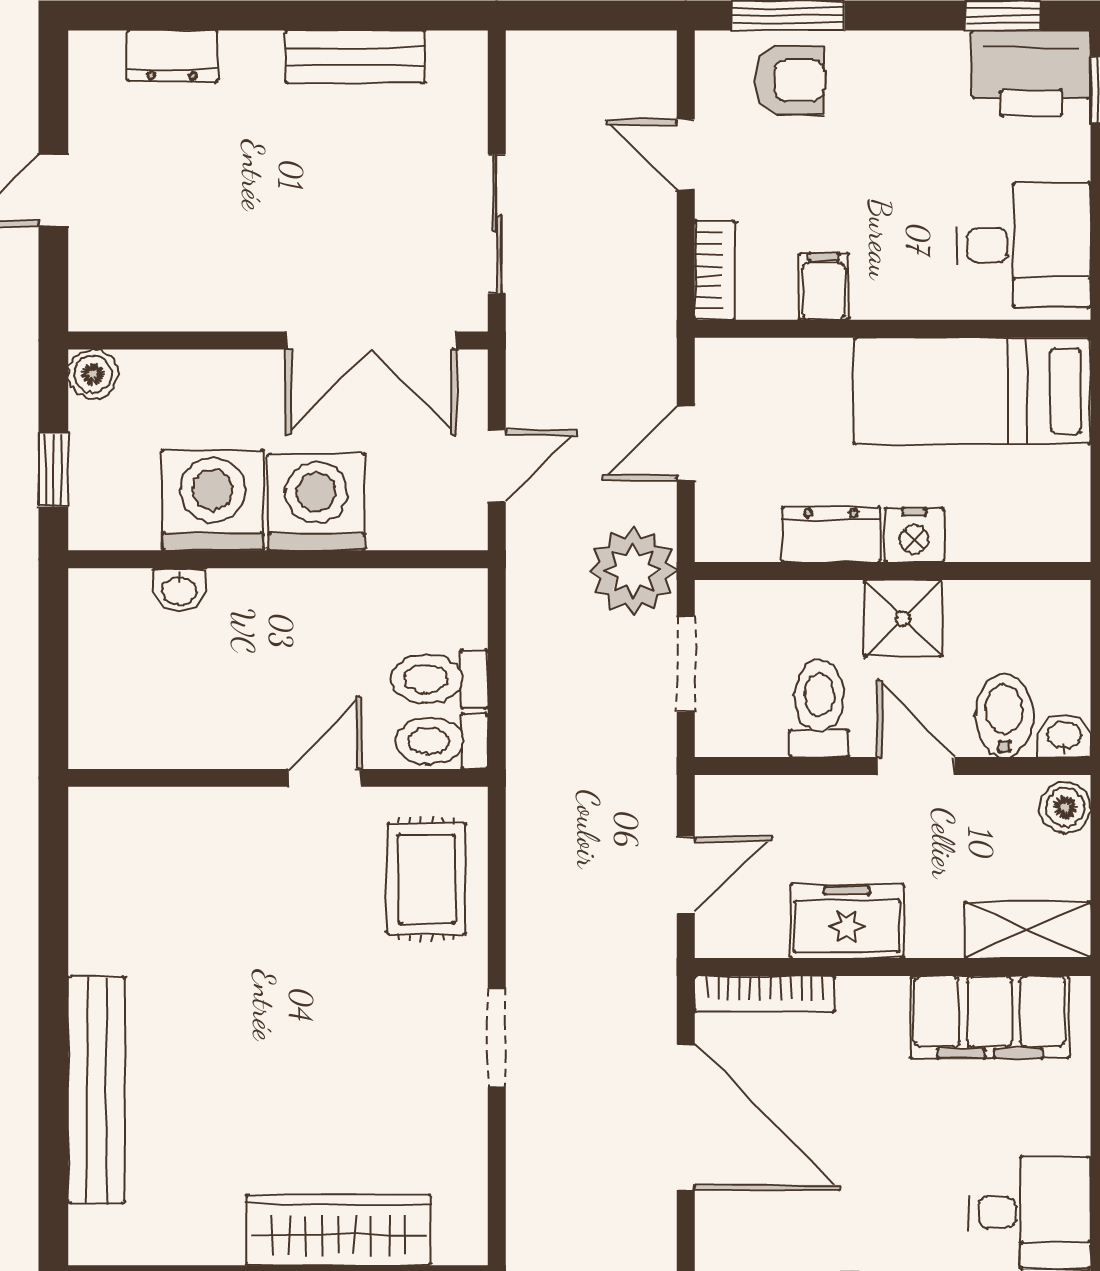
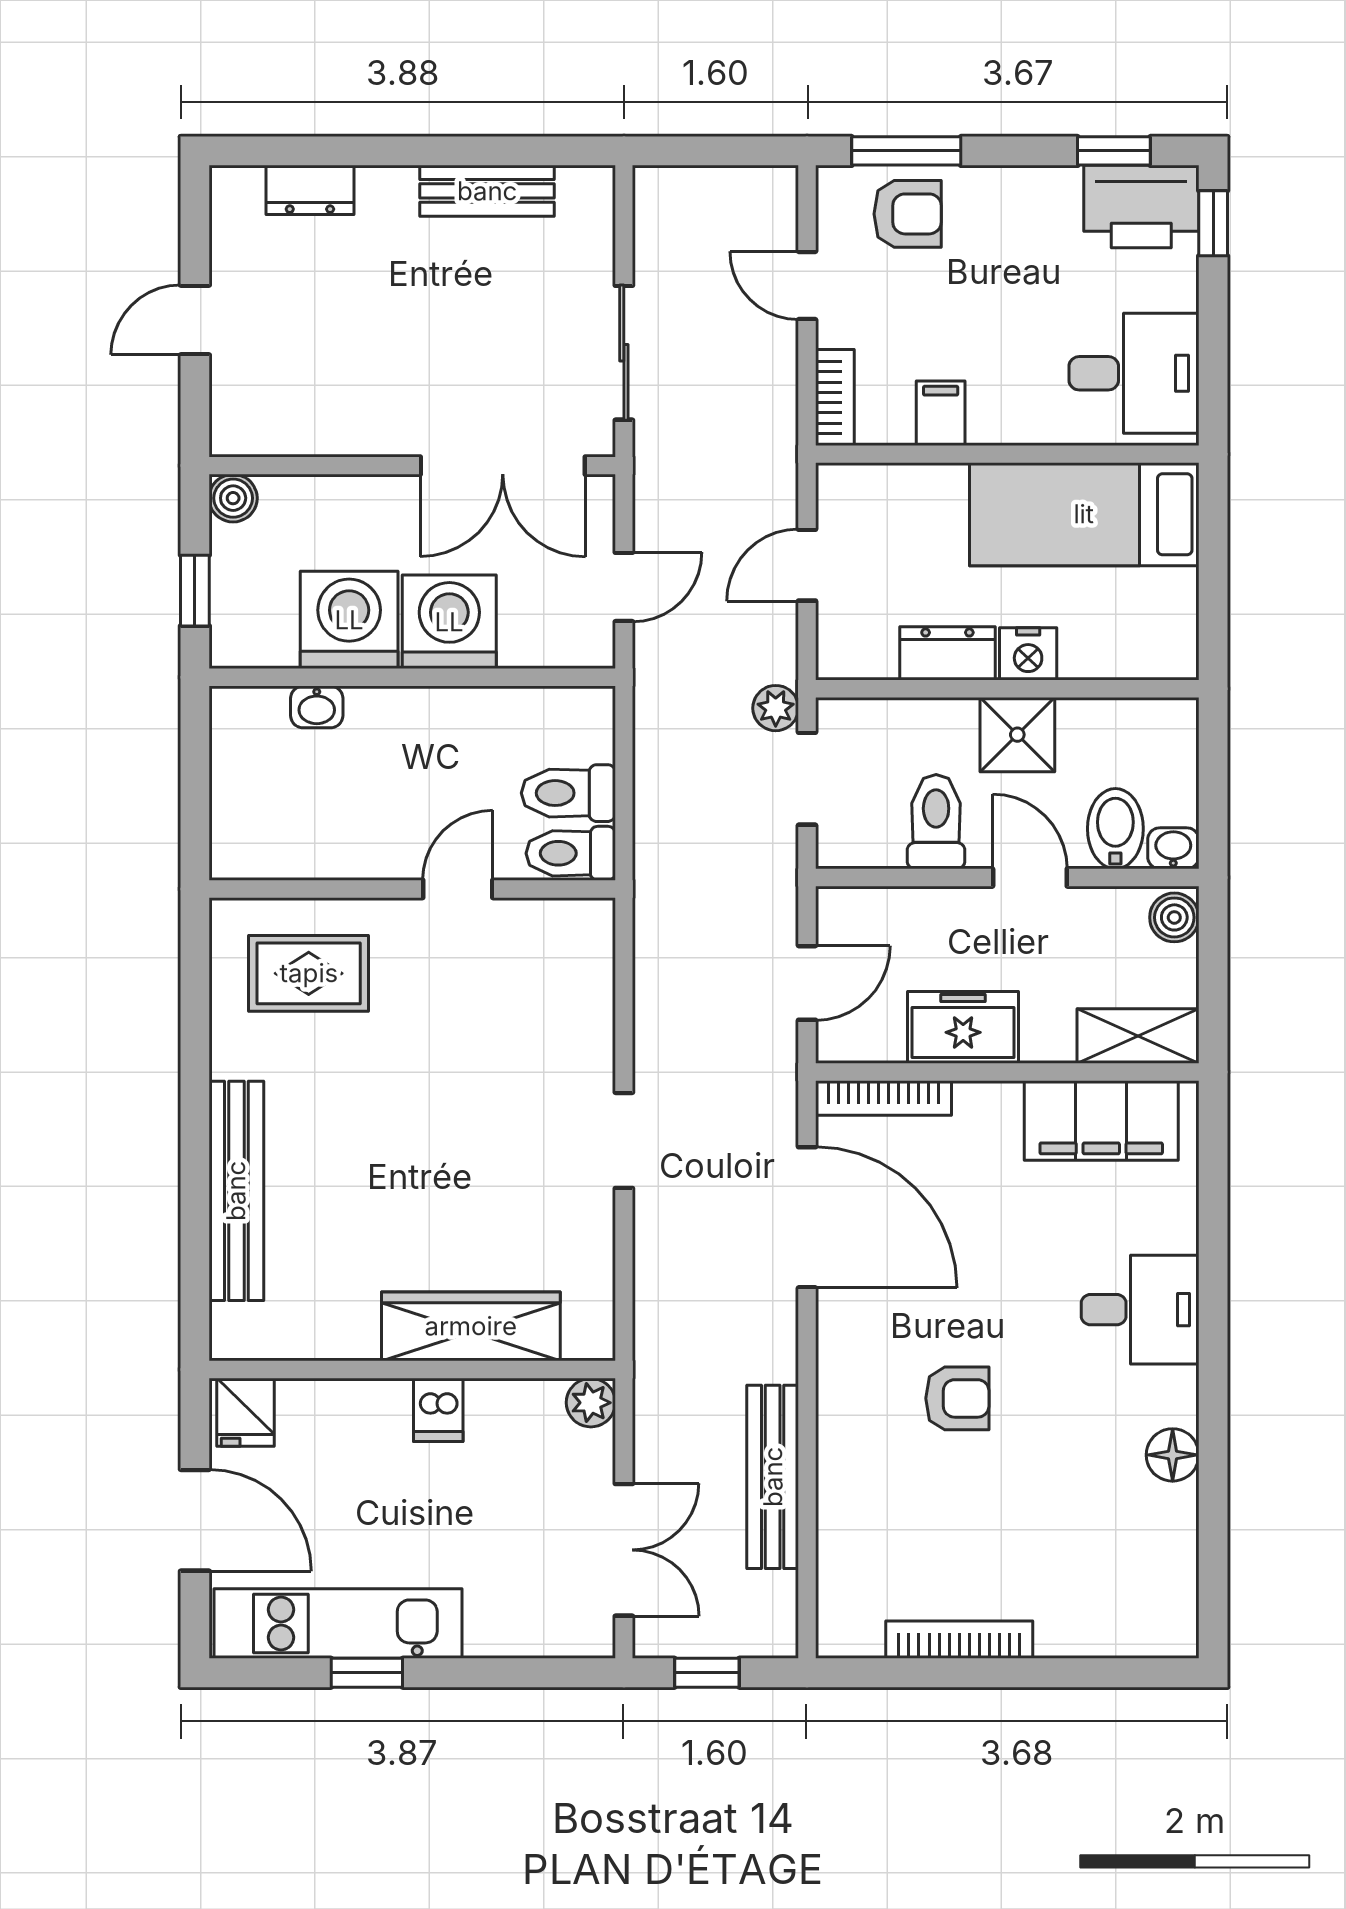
plant: (633, 571) -> (776, 708), width x0.53, depth x0.53
rug: (426, 879) -> (309, 973), moved, turned 90

